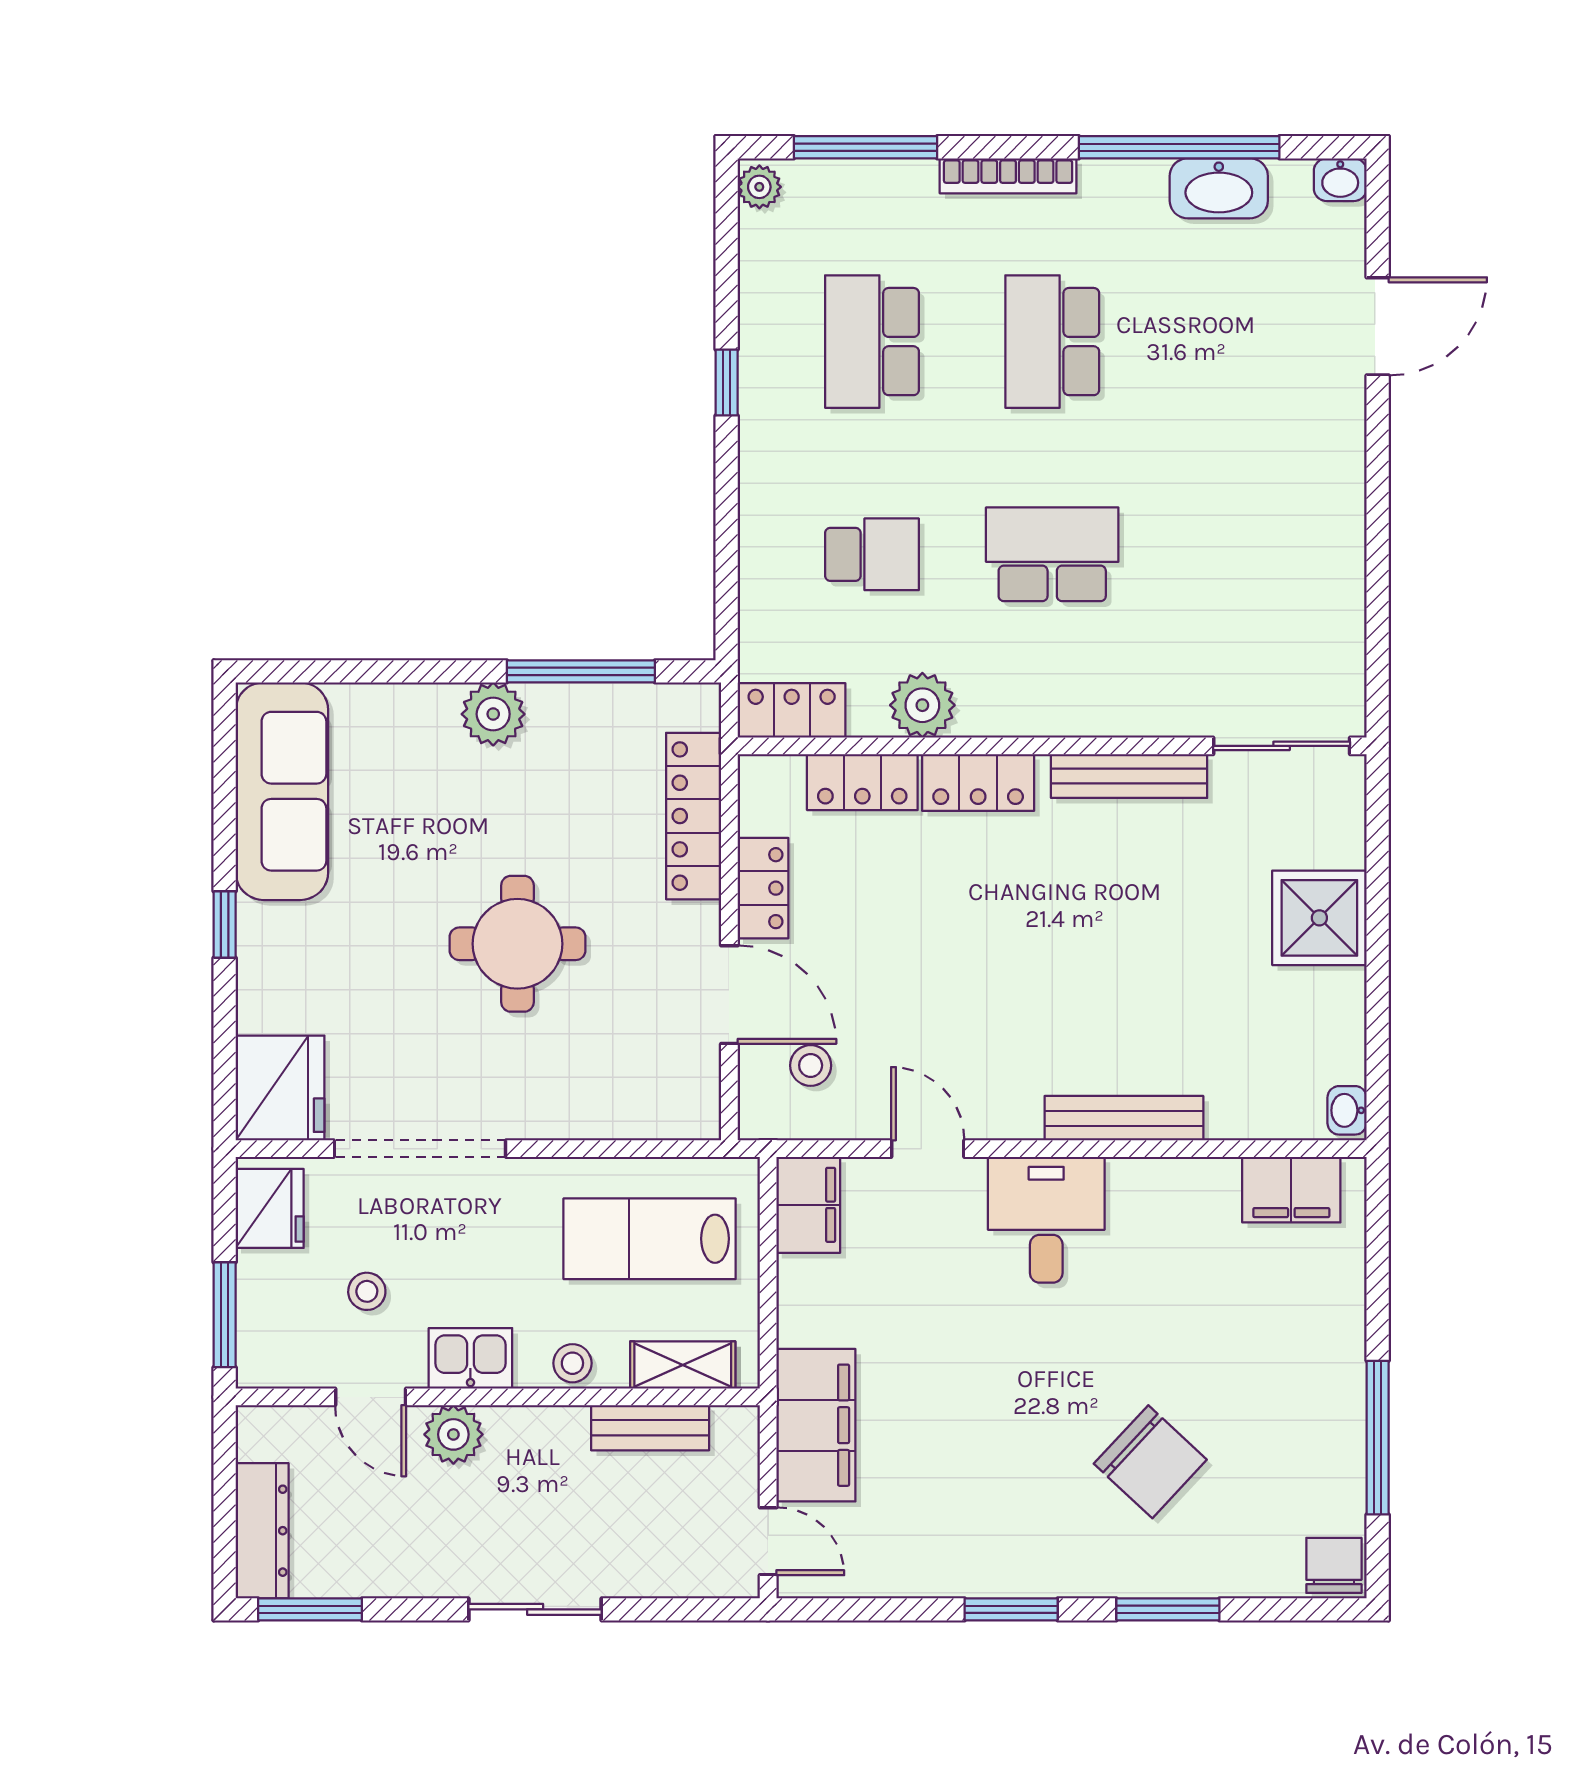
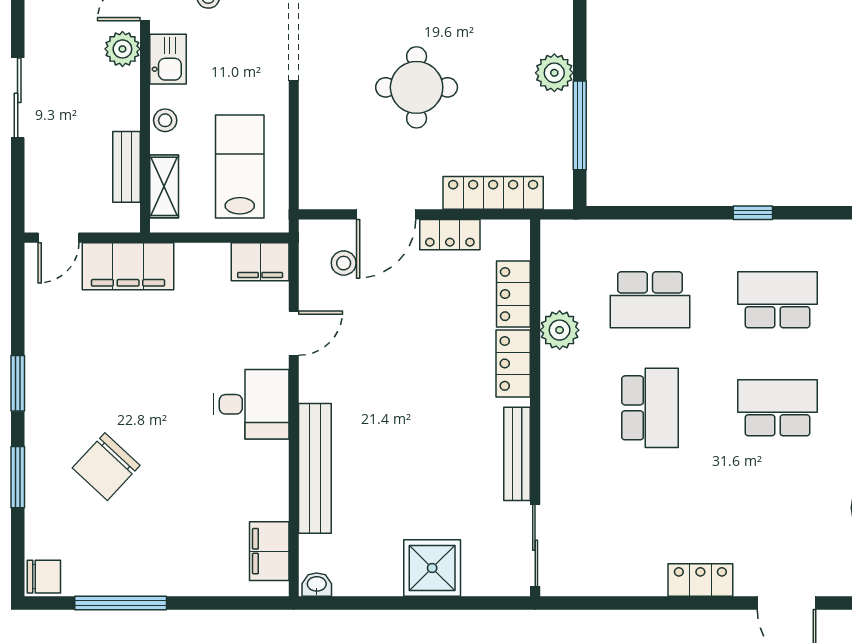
school desk: (872, 554) -> (650, 300), width x1.85
locker: (792, 710) -> (700, 580), moved, turned -90
bench: (1124, 1118) -> (315, 468), width x1.37, depth x1.21

